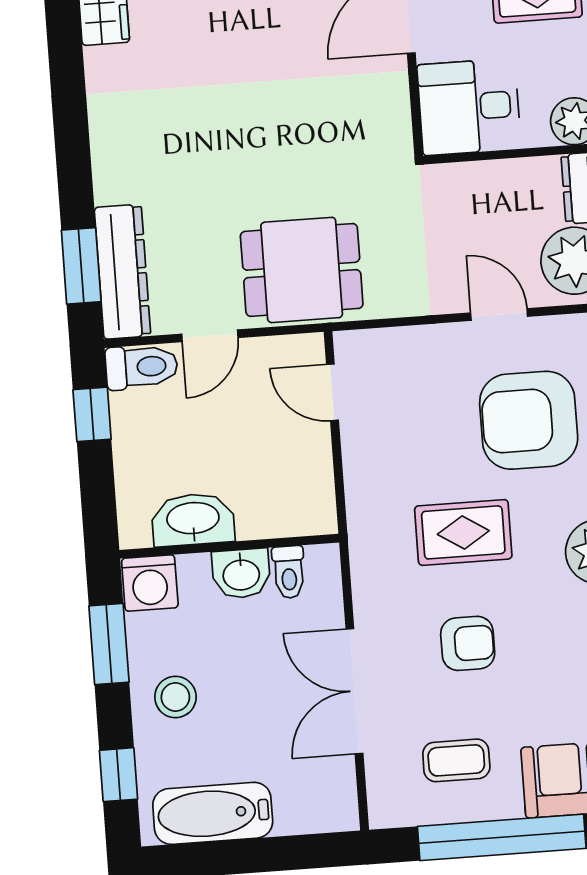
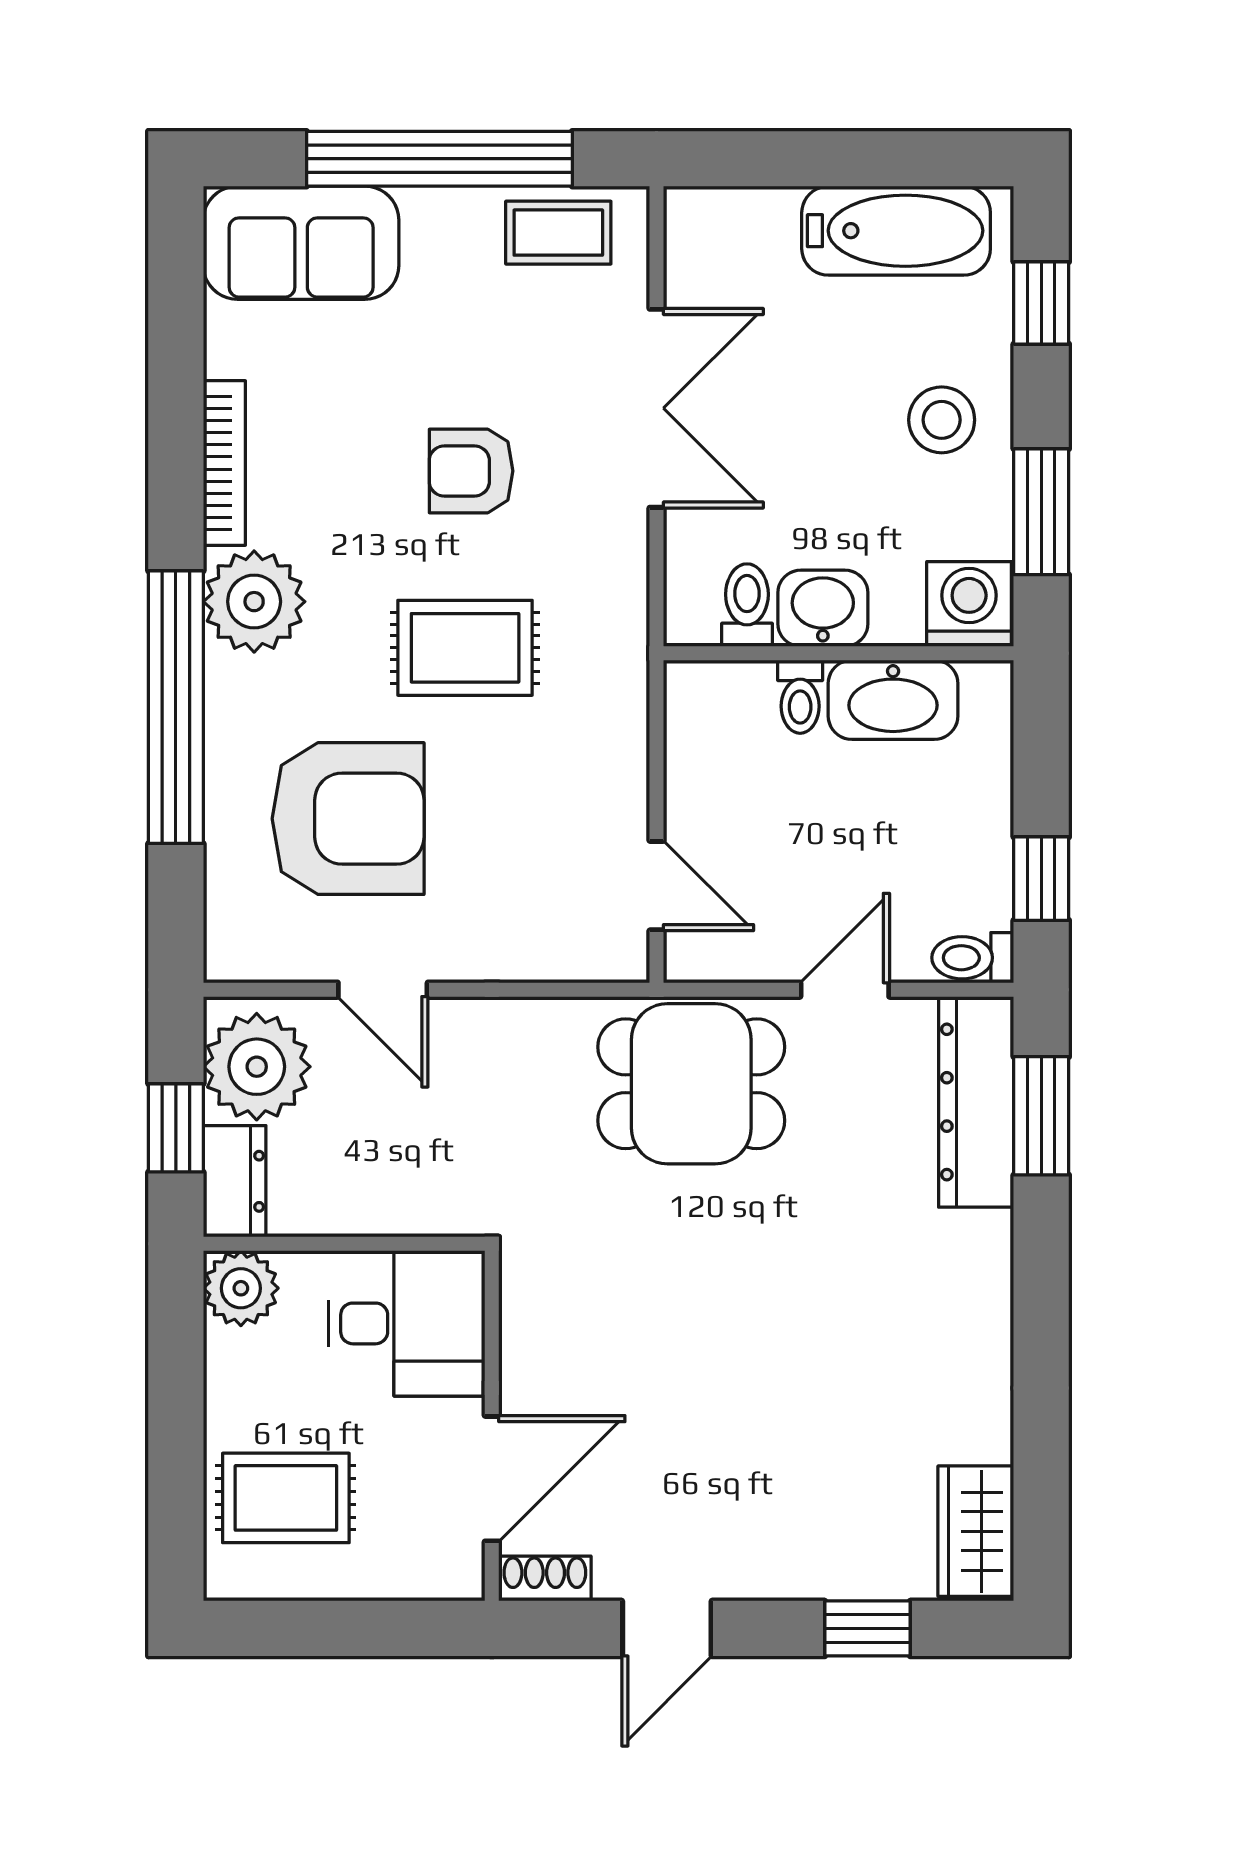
toilet: (142, 367) -> (973, 958), width x0.73, depth x0.72
toilet: (251, 517) -> (800, 697), added
coffee table: (456, 760) -> (558, 233), moved

